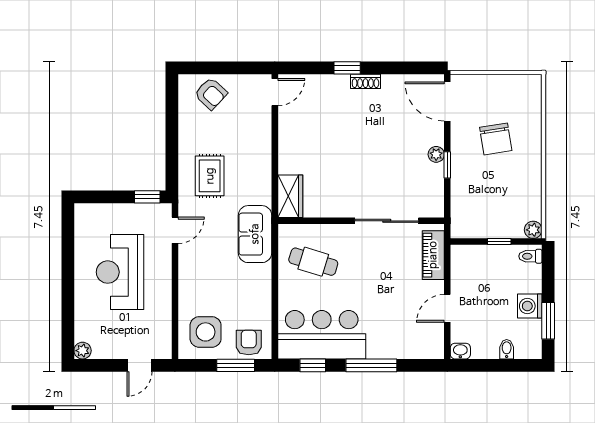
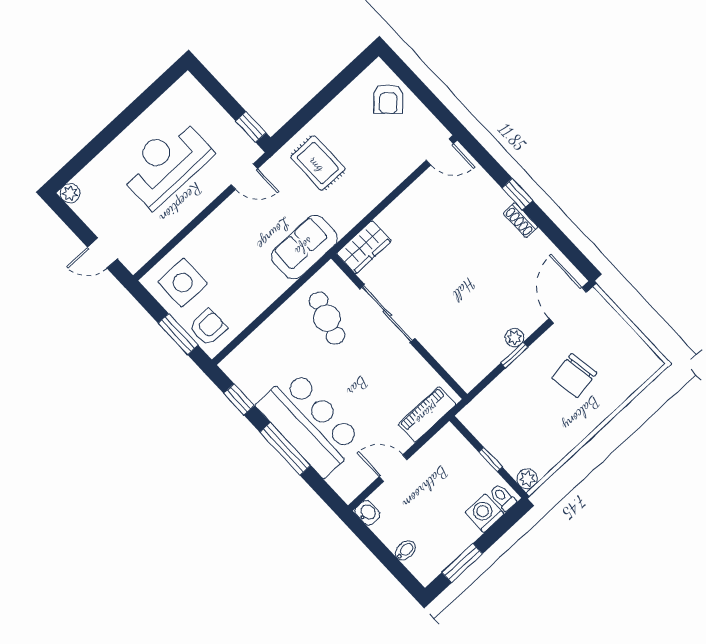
rug: (210, 176) -> (318, 163), turned 90
sliding door: (387, 221) -> (387, 314), moved
washing machine: (530, 306) -> (484, 513), moved
bar counter: (322, 335) -> (310, 423), moved

